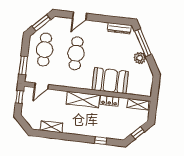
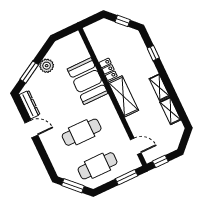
door: (80, 16) -> (31, 129), moved
window: (143, 43) -> (29, 72), width x0.69
shelving: (138, 104) -> (159, 87), moved

